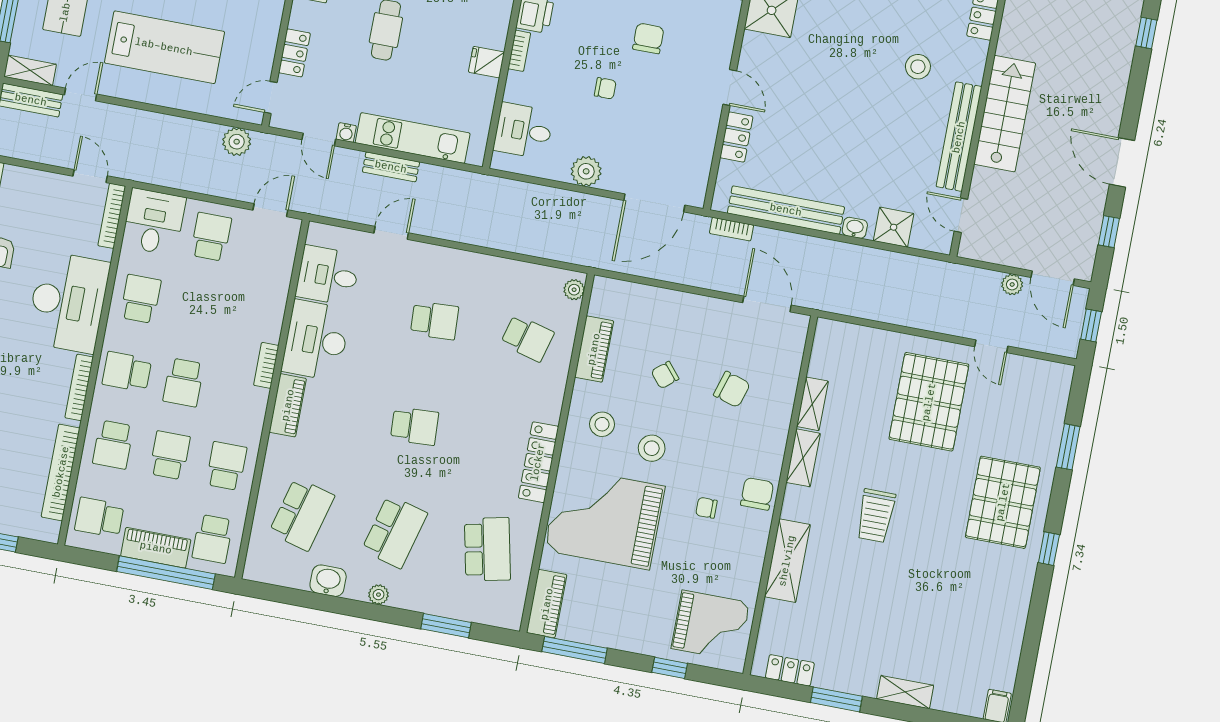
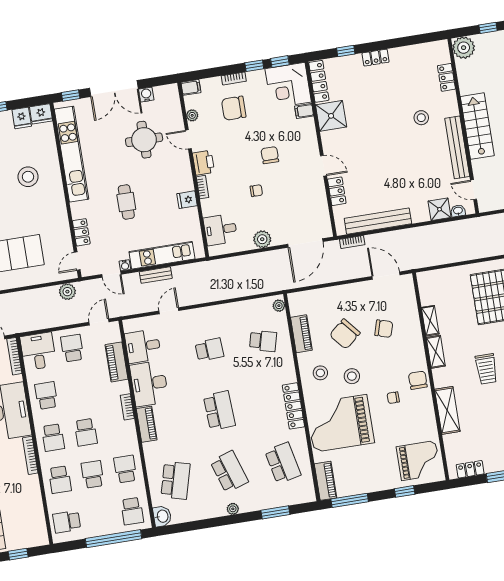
washbasin: (855, 228) -> (458, 211), moved
school desk: (127, 372) -> (53, 438), turned -90
chair: (665, 375) -> (345, 334), width x1.87, depth x1.87
school desk: (415, 426) -> (219, 411), width x1.85
bookcase: (61, 472) -> (37, 505), removed
school desk: (395, 532) -> (229, 472), turned -33
piano: (156, 548) -> (116, 362), moved, turned -90
washbasin: (328, 581) -> (162, 516), moved, turned 90

